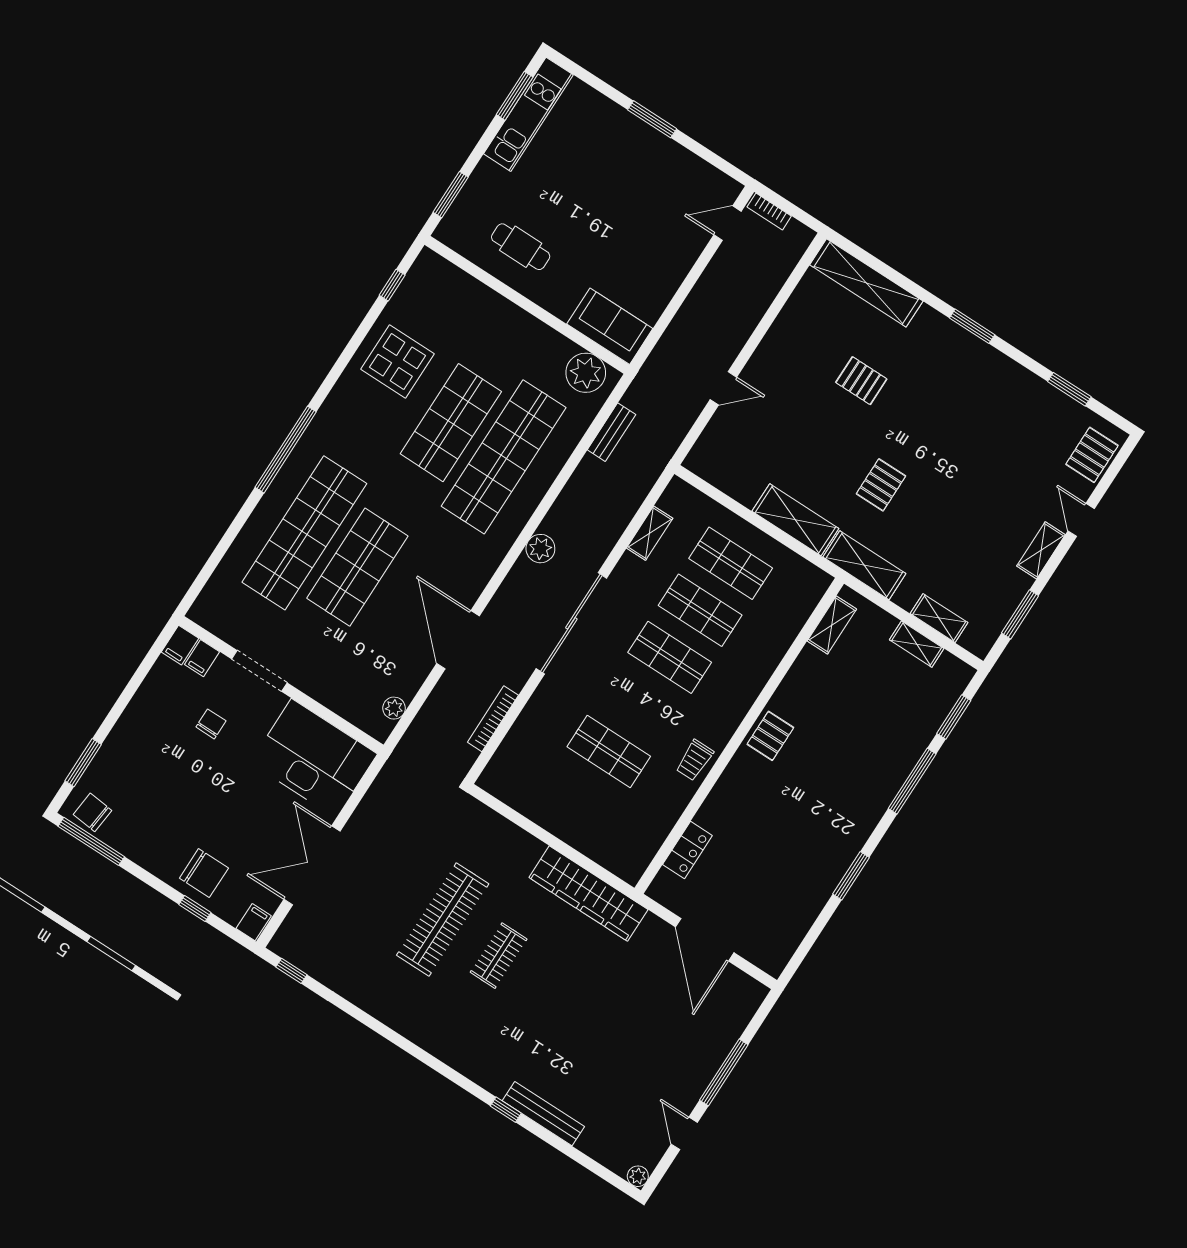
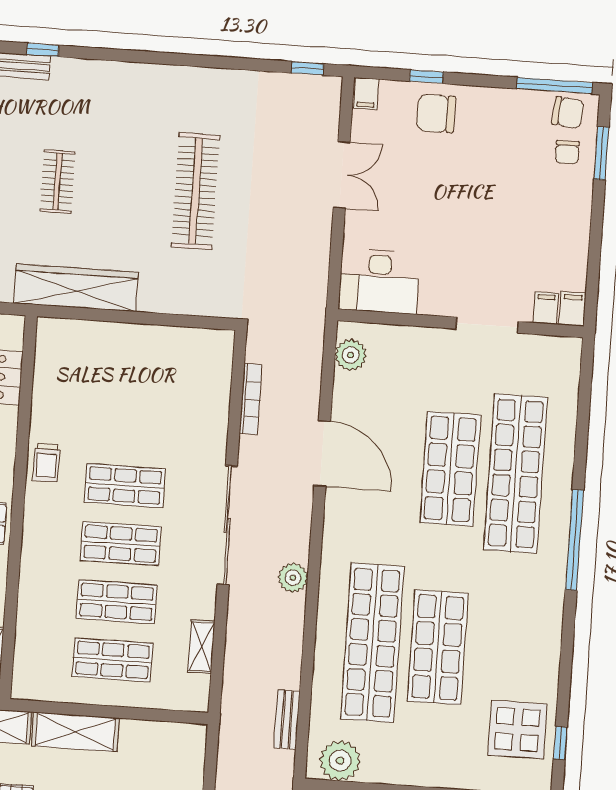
display table: (398, 361) -> (517, 730), moved
plant: (394, 708) -> (351, 355), width x1.38, depth x1.38
chair: (211, 724) -> (567, 152), moved
shop shelf: (609, 752) -> (125, 485), moved
desk: (314, 758) -> (379, 281), width x0.73, depth x0.77
trolley: (695, 760) -> (46, 463), turned 180
double door: (312, 865) -> (342, 175), width x0.73
clothes rail: (499, 956) -> (58, 181), moved

